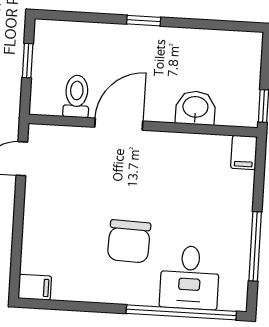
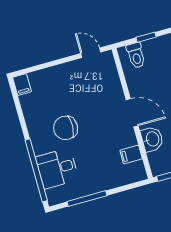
toilet: (77, 96) -> (136, 55), moved, turned 90
door: (119, 124) -> (132, 113), moved
filing cabinet: (244, 152) -> (131, 155), moved

